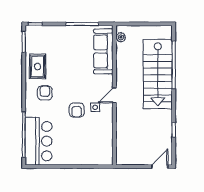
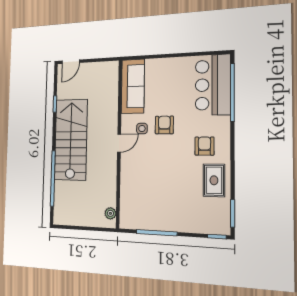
sofa: (103, 51) -> (133, 86), moved
stairs: (158, 74) -> (71, 140), moved
armchair: (45, 93) -> (204, 146), turned 180

